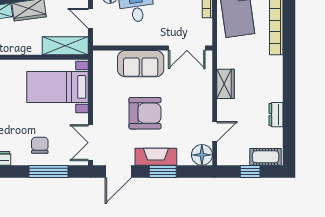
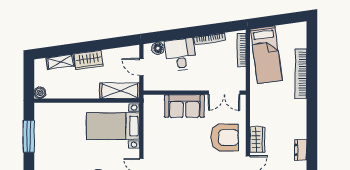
wardrobe: (226, 84) -> (257, 139), moved
armchair: (145, 113) -> (225, 138), moved

